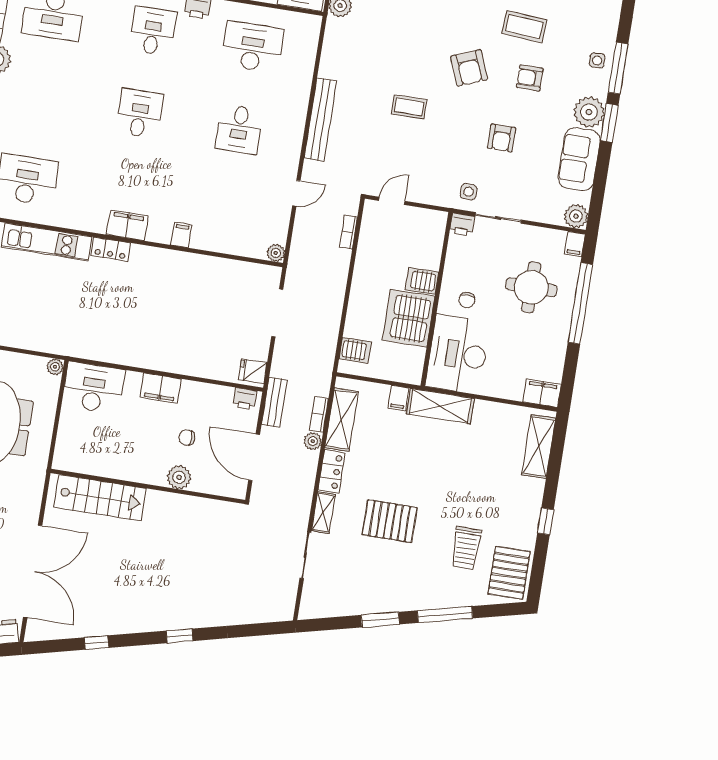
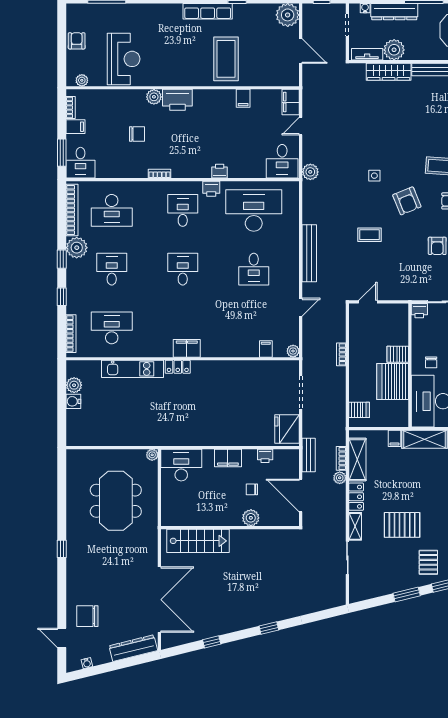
desk: (252, 47) -> (254, 210), width x1.36, depth x1.30
desk: (40, 97) -> (112, 269), added
side table: (469, 192) -> (374, 176), moved
bookcase: (348, 232) -> (341, 354), moved
filing cabinet: (181, 235) -> (266, 349), moved
fridge: (253, 371) -> (287, 429), width x1.88, depth x1.34
printer: (245, 399) -> (265, 456), moved
pallet: (418, 580) -> (428, 562), added

